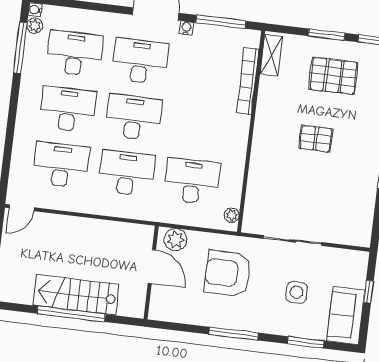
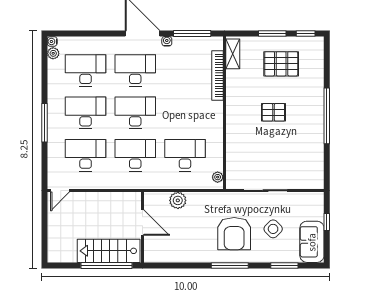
window: (20, 48) -> (44, 123), moved
door: (152, 266) -> (142, 223), moved
wall: (151, 273) -> (142, 227), moved
armchair: (228, 273) -> (234, 234), moved, turned -90
side table: (297, 292) -> (273, 229), turned 45

